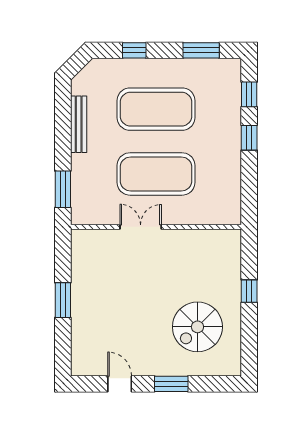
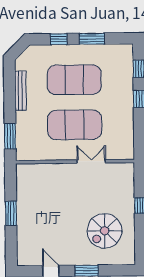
window: (201, 50) -> (92, 39), moved
double door: (141, 227) -> (91, 161), moved

